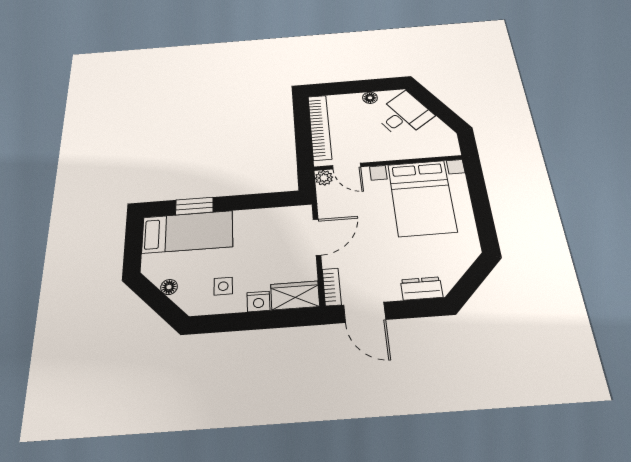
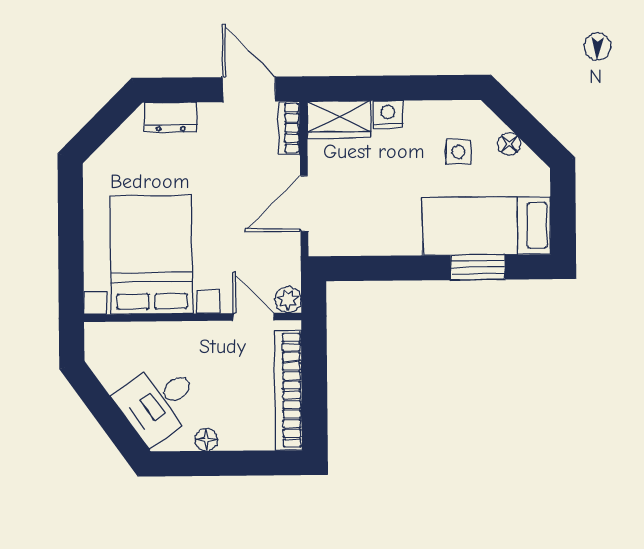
side table: (223, 286) -> (458, 152), moved

